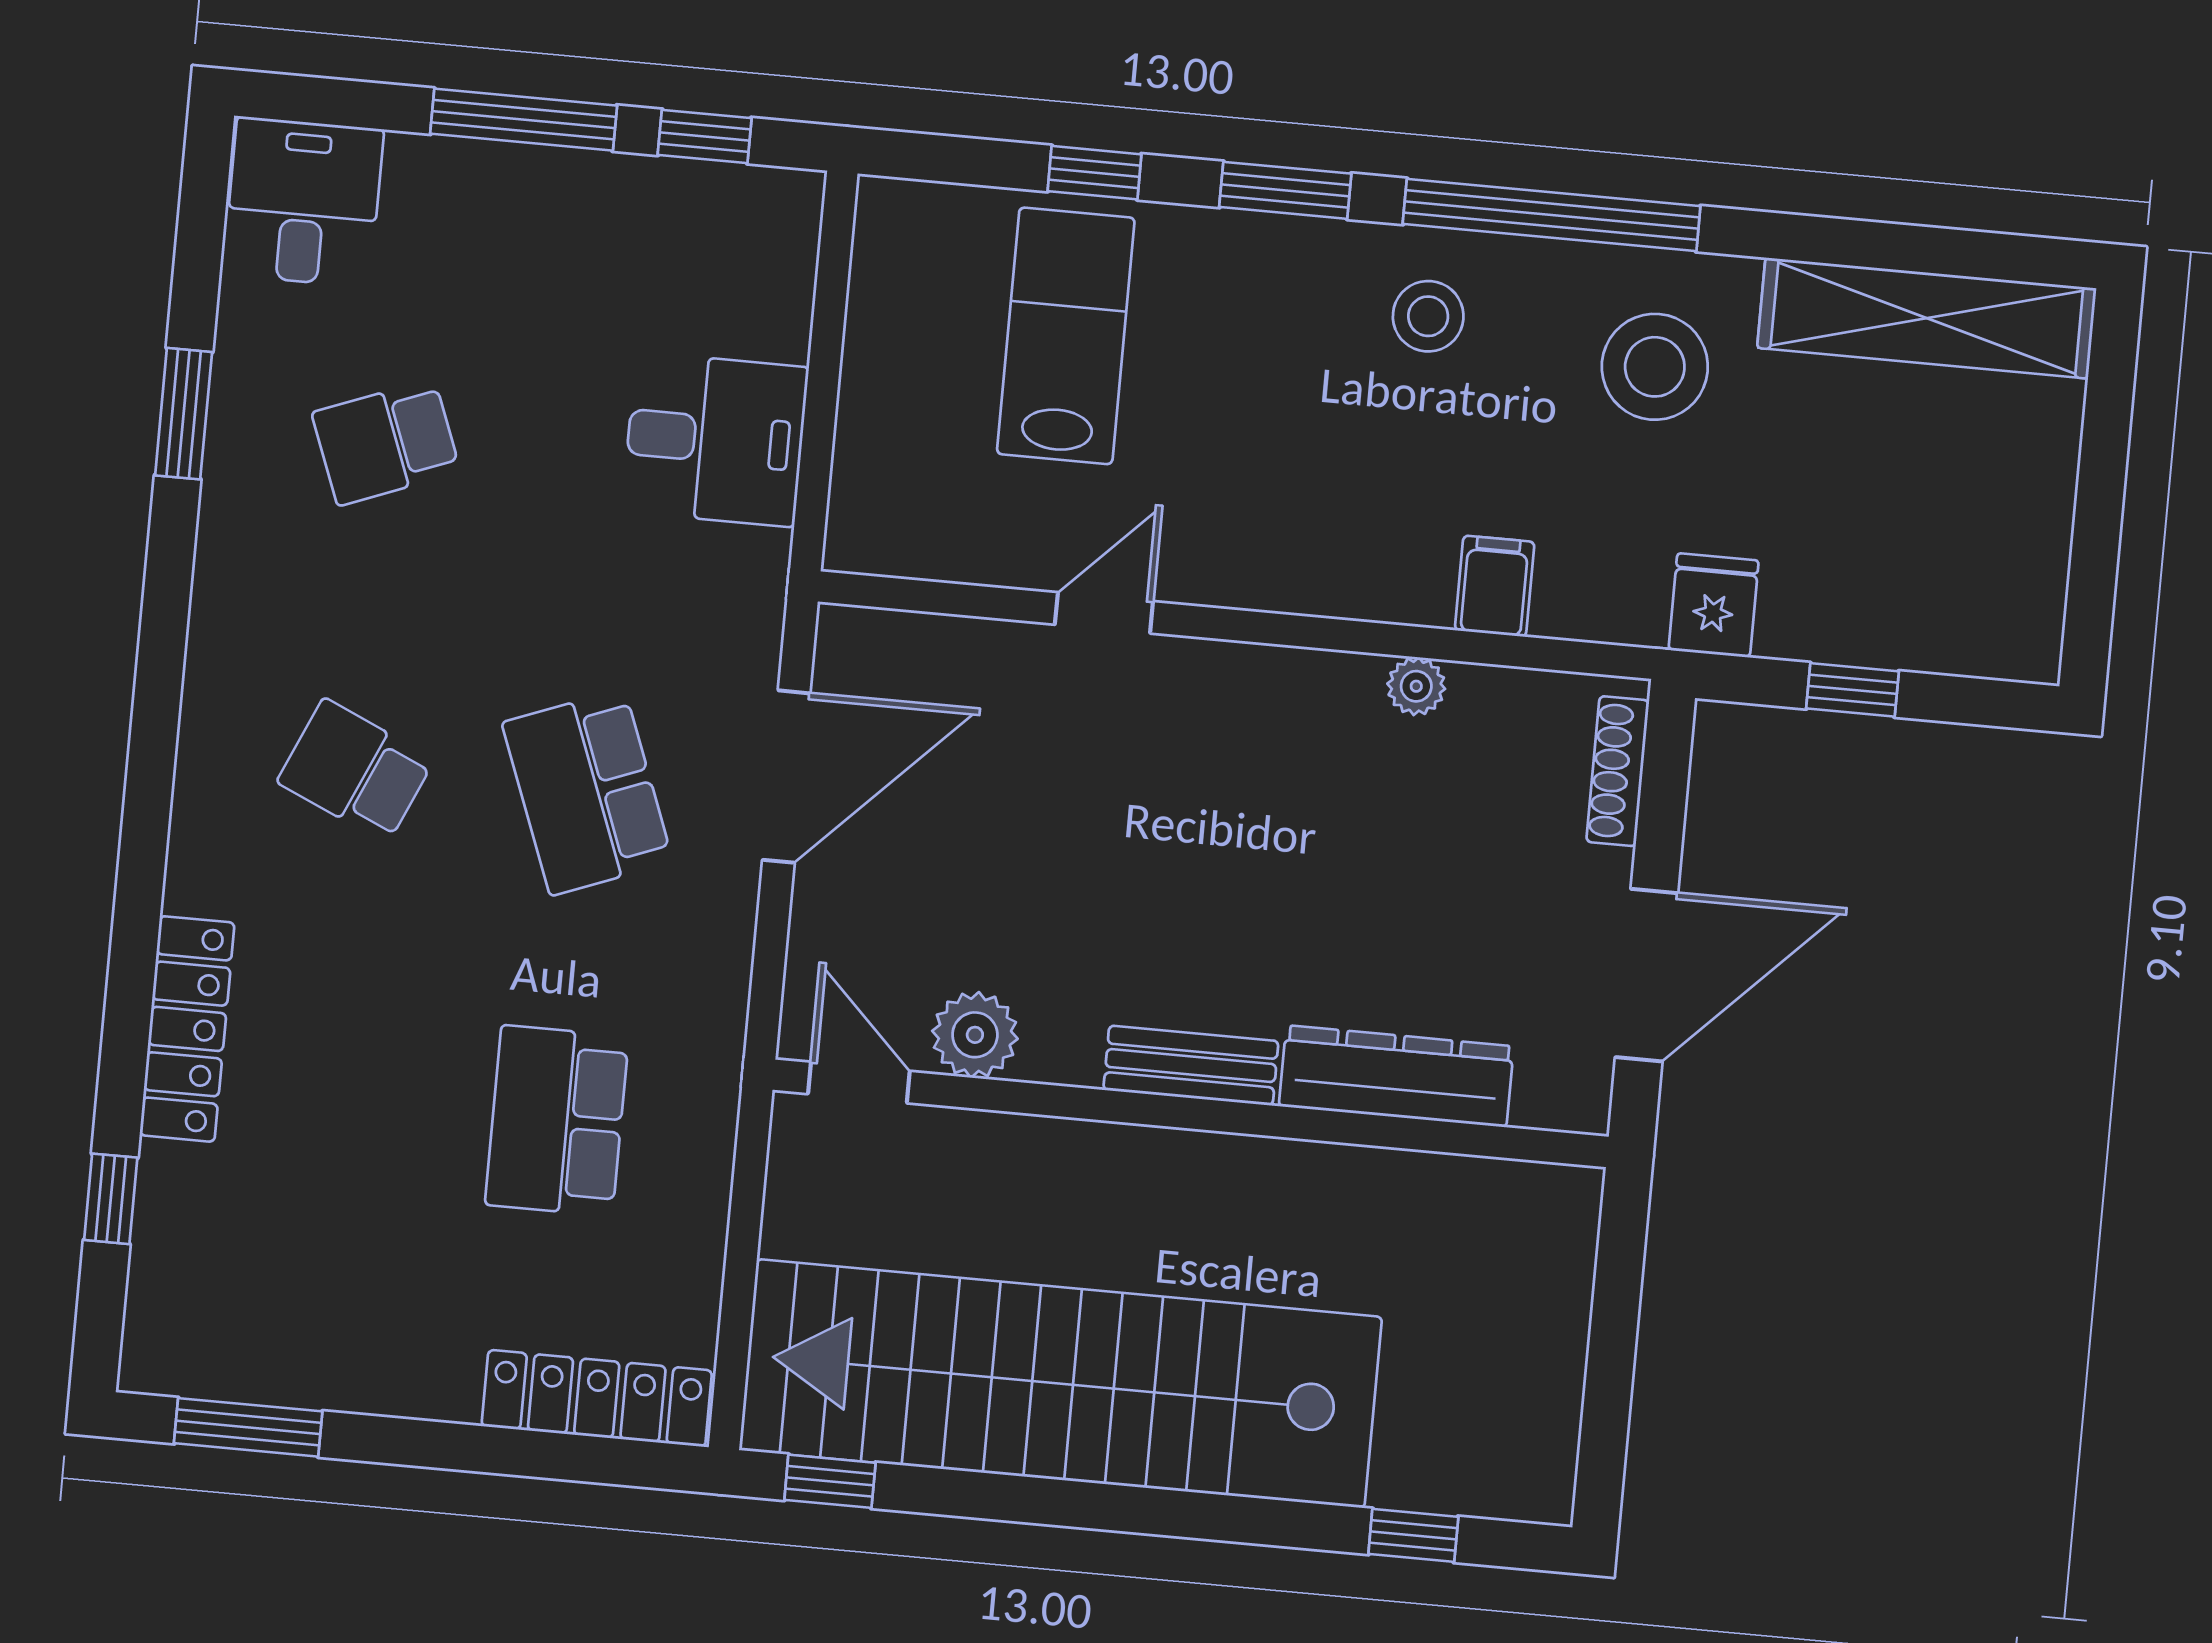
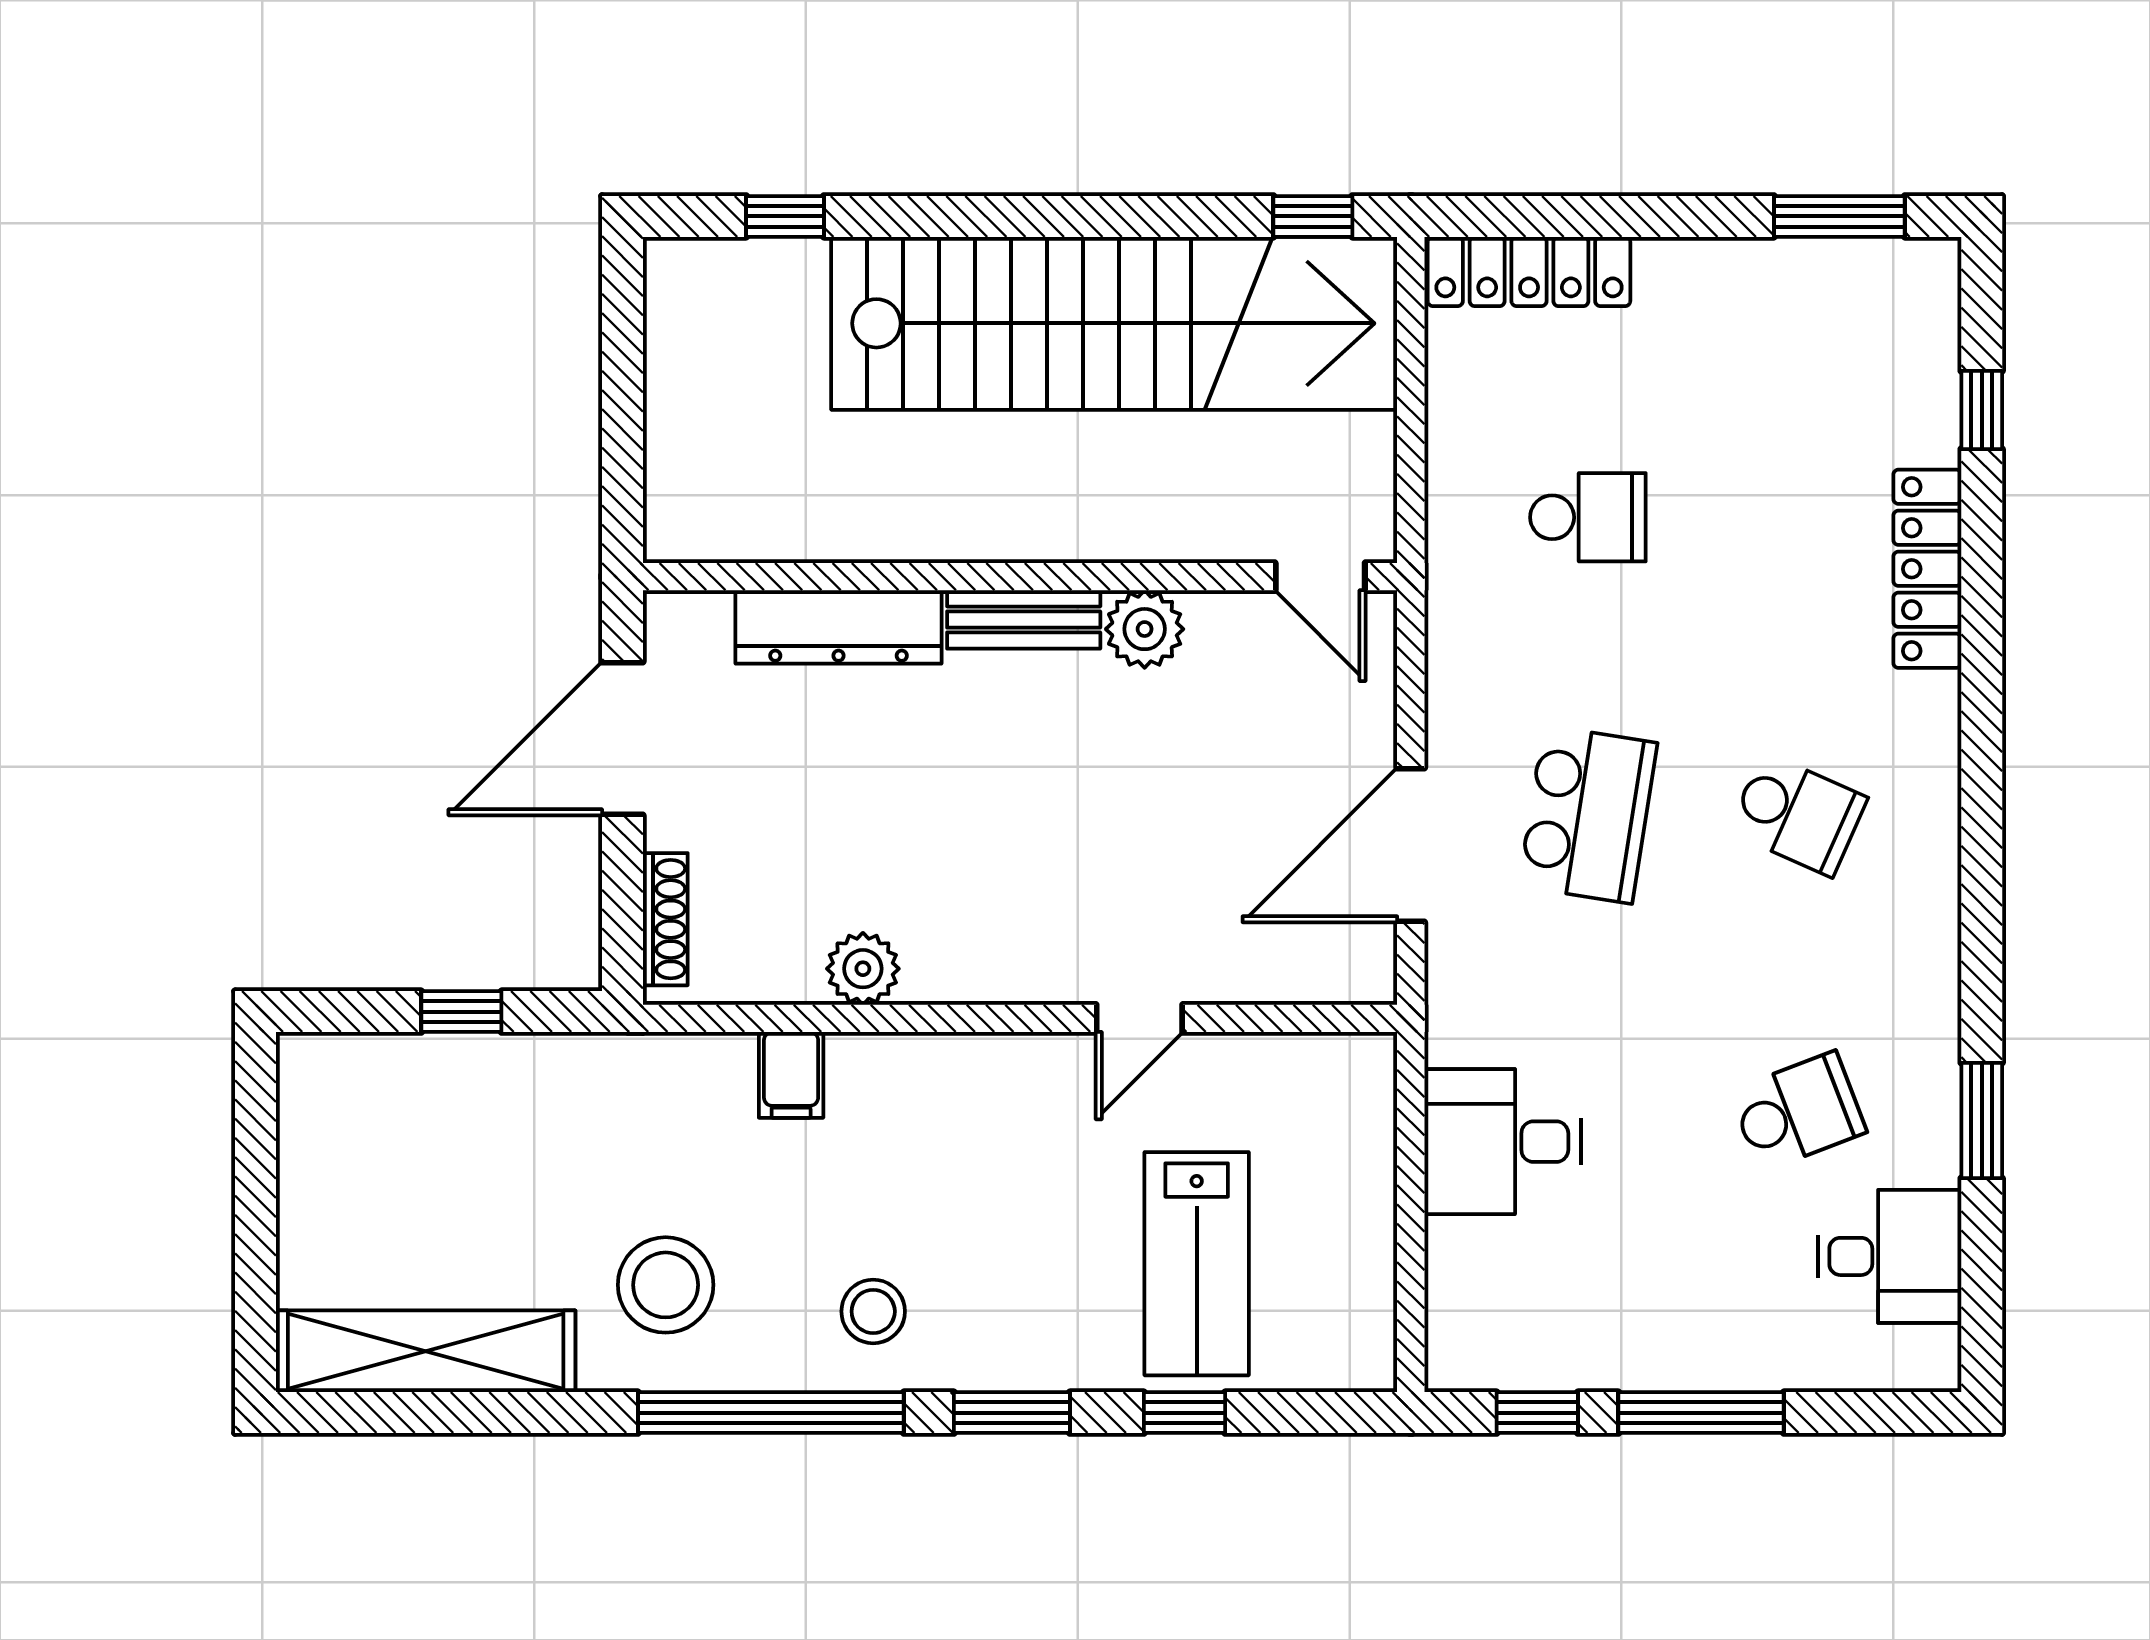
desk: (303, 202) -> (1890, 1256), moved, turned -90
fridge: (1714, 605) -> (593, 1076), removed
plant: (1416, 686) -> (863, 969), width x1.38, depth x1.38
school desk: (587, 792) -> (1588, 814), turned 30
plant: (975, 1035) -> (1145, 629), moved
school desk: (557, 1121) -> (1588, 517), width x0.54

